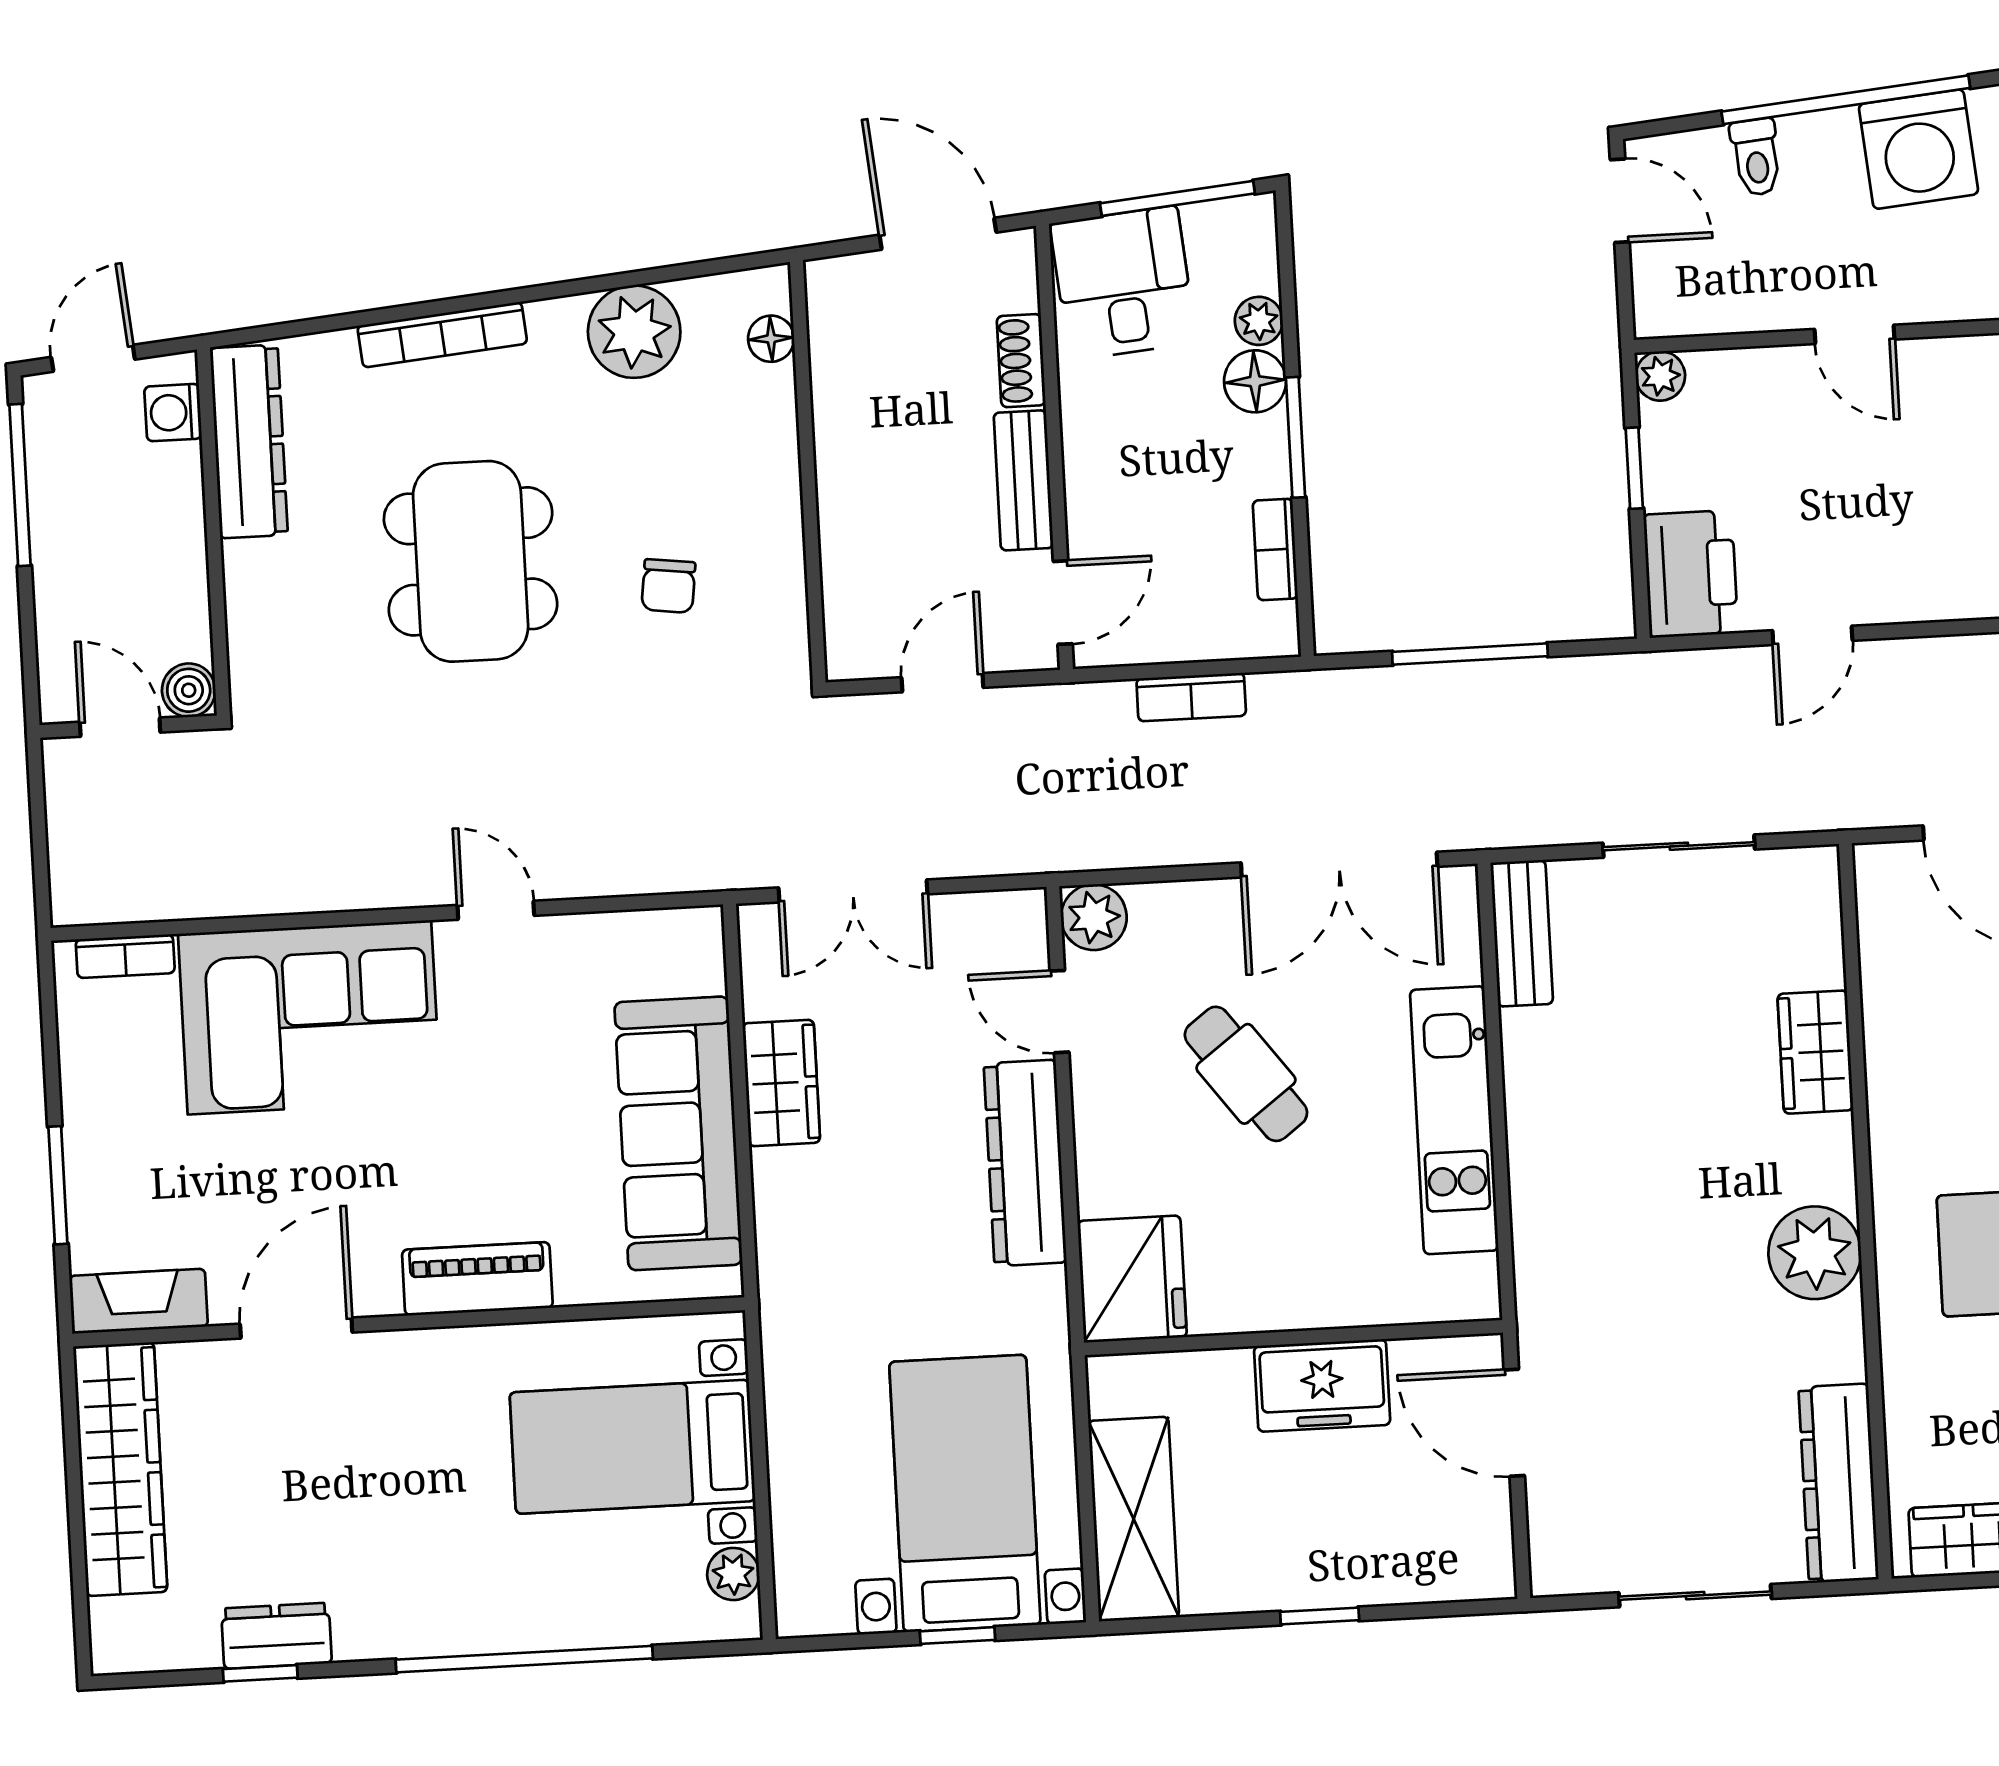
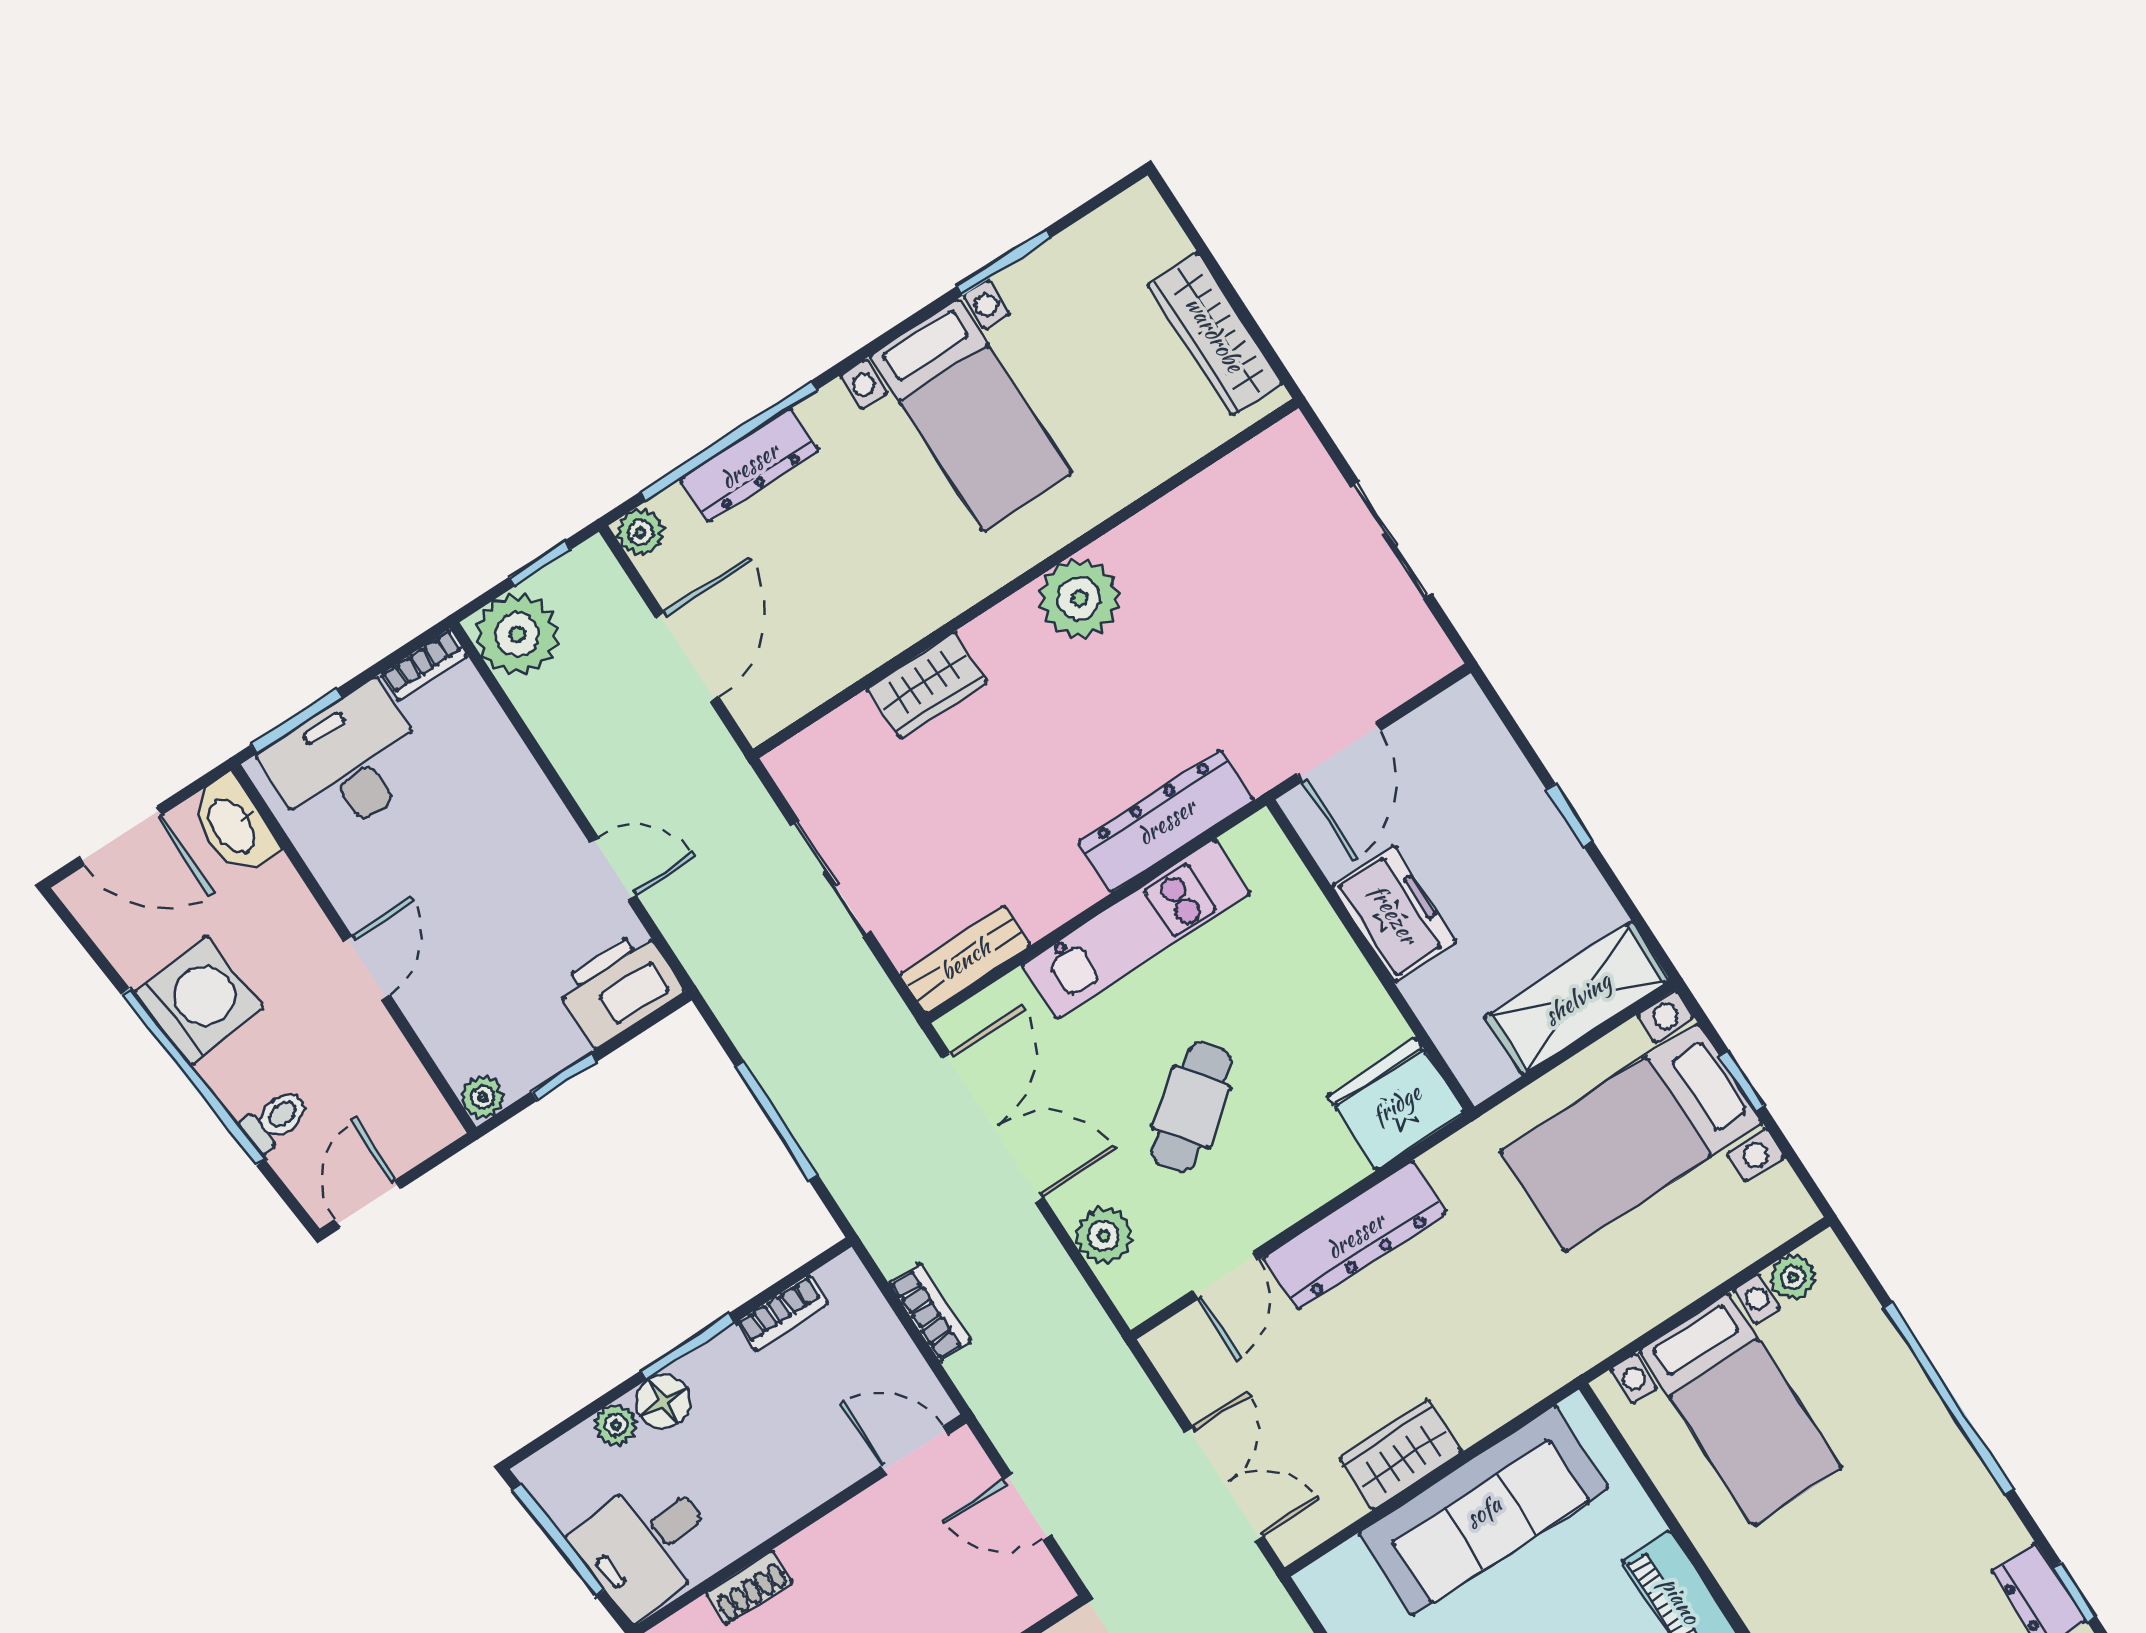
bench: (1024, 480) -> (839, 1534), removed
plant: (1094, 917) -> (1104, 1236), moved
dresser: (1839, 1483) -> (1166, 821), moved, turned 180

